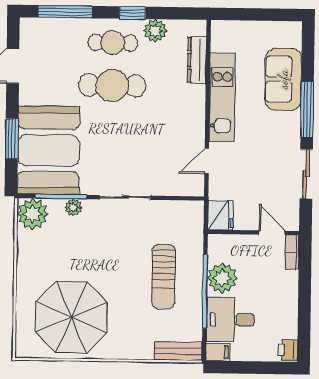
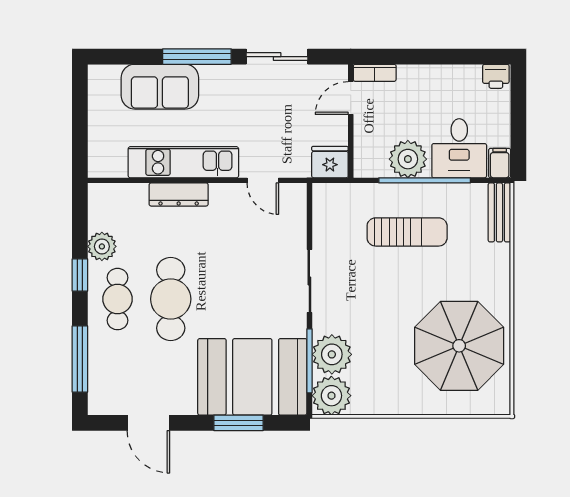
dresser: (197, 60) -> (179, 194), moved
plant: (73, 207) -> (332, 354), width x1.88, depth x1.88

